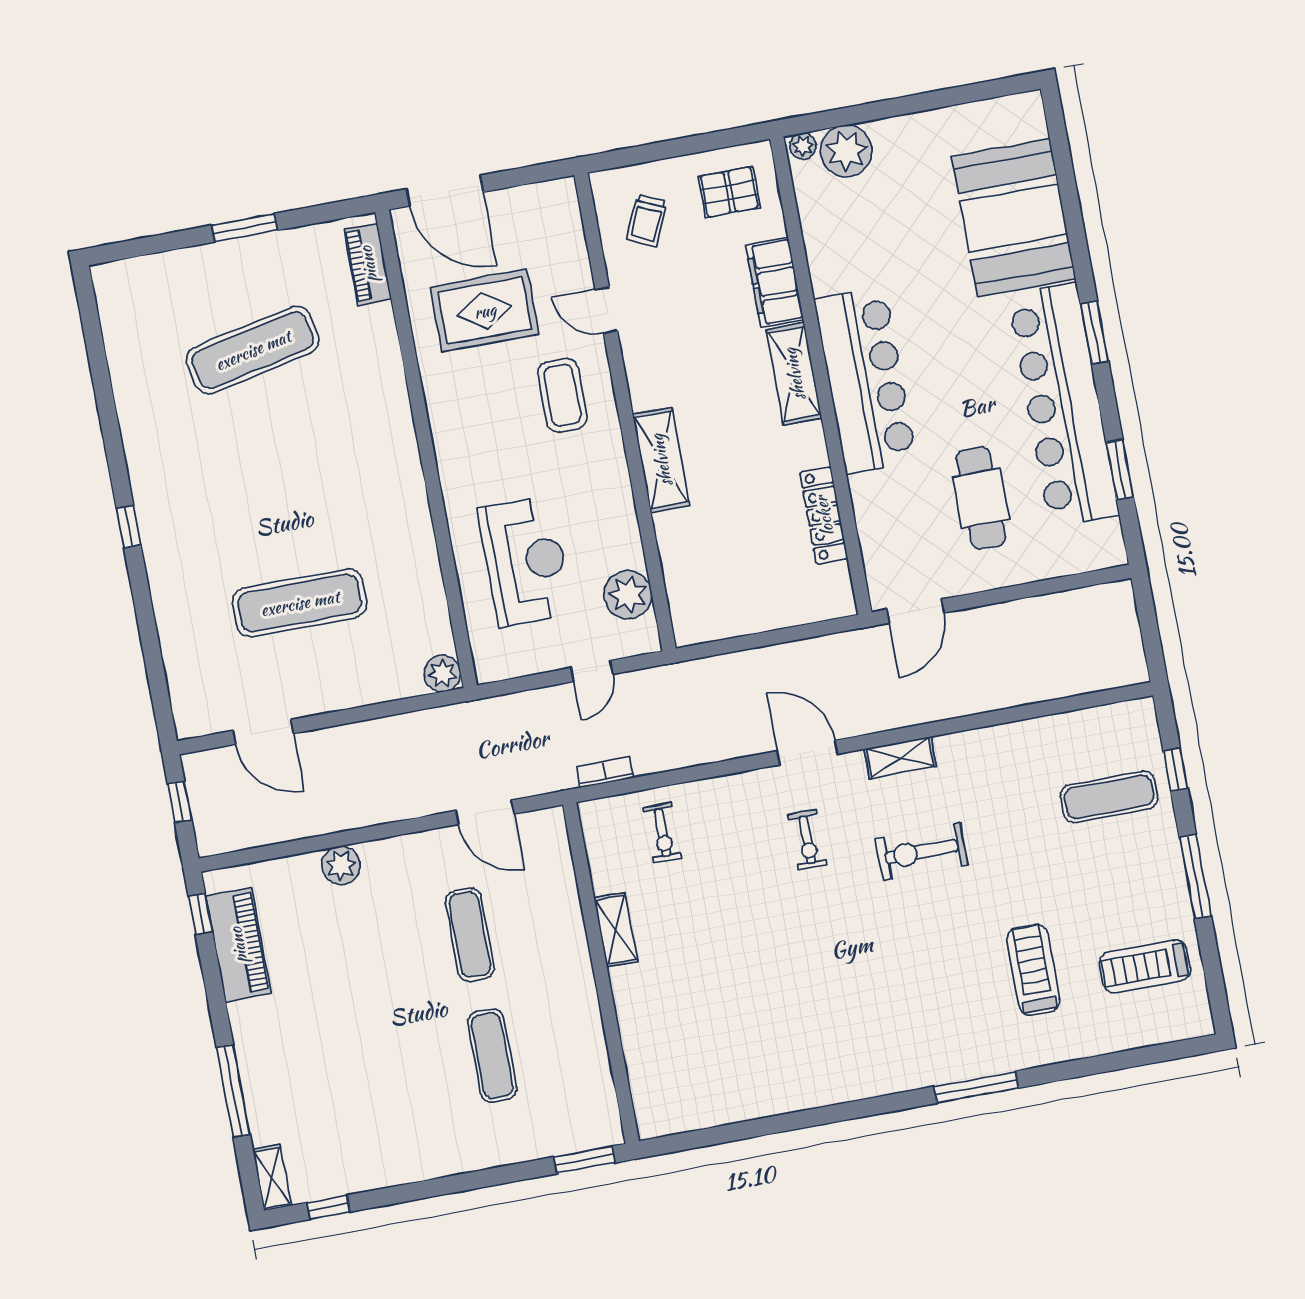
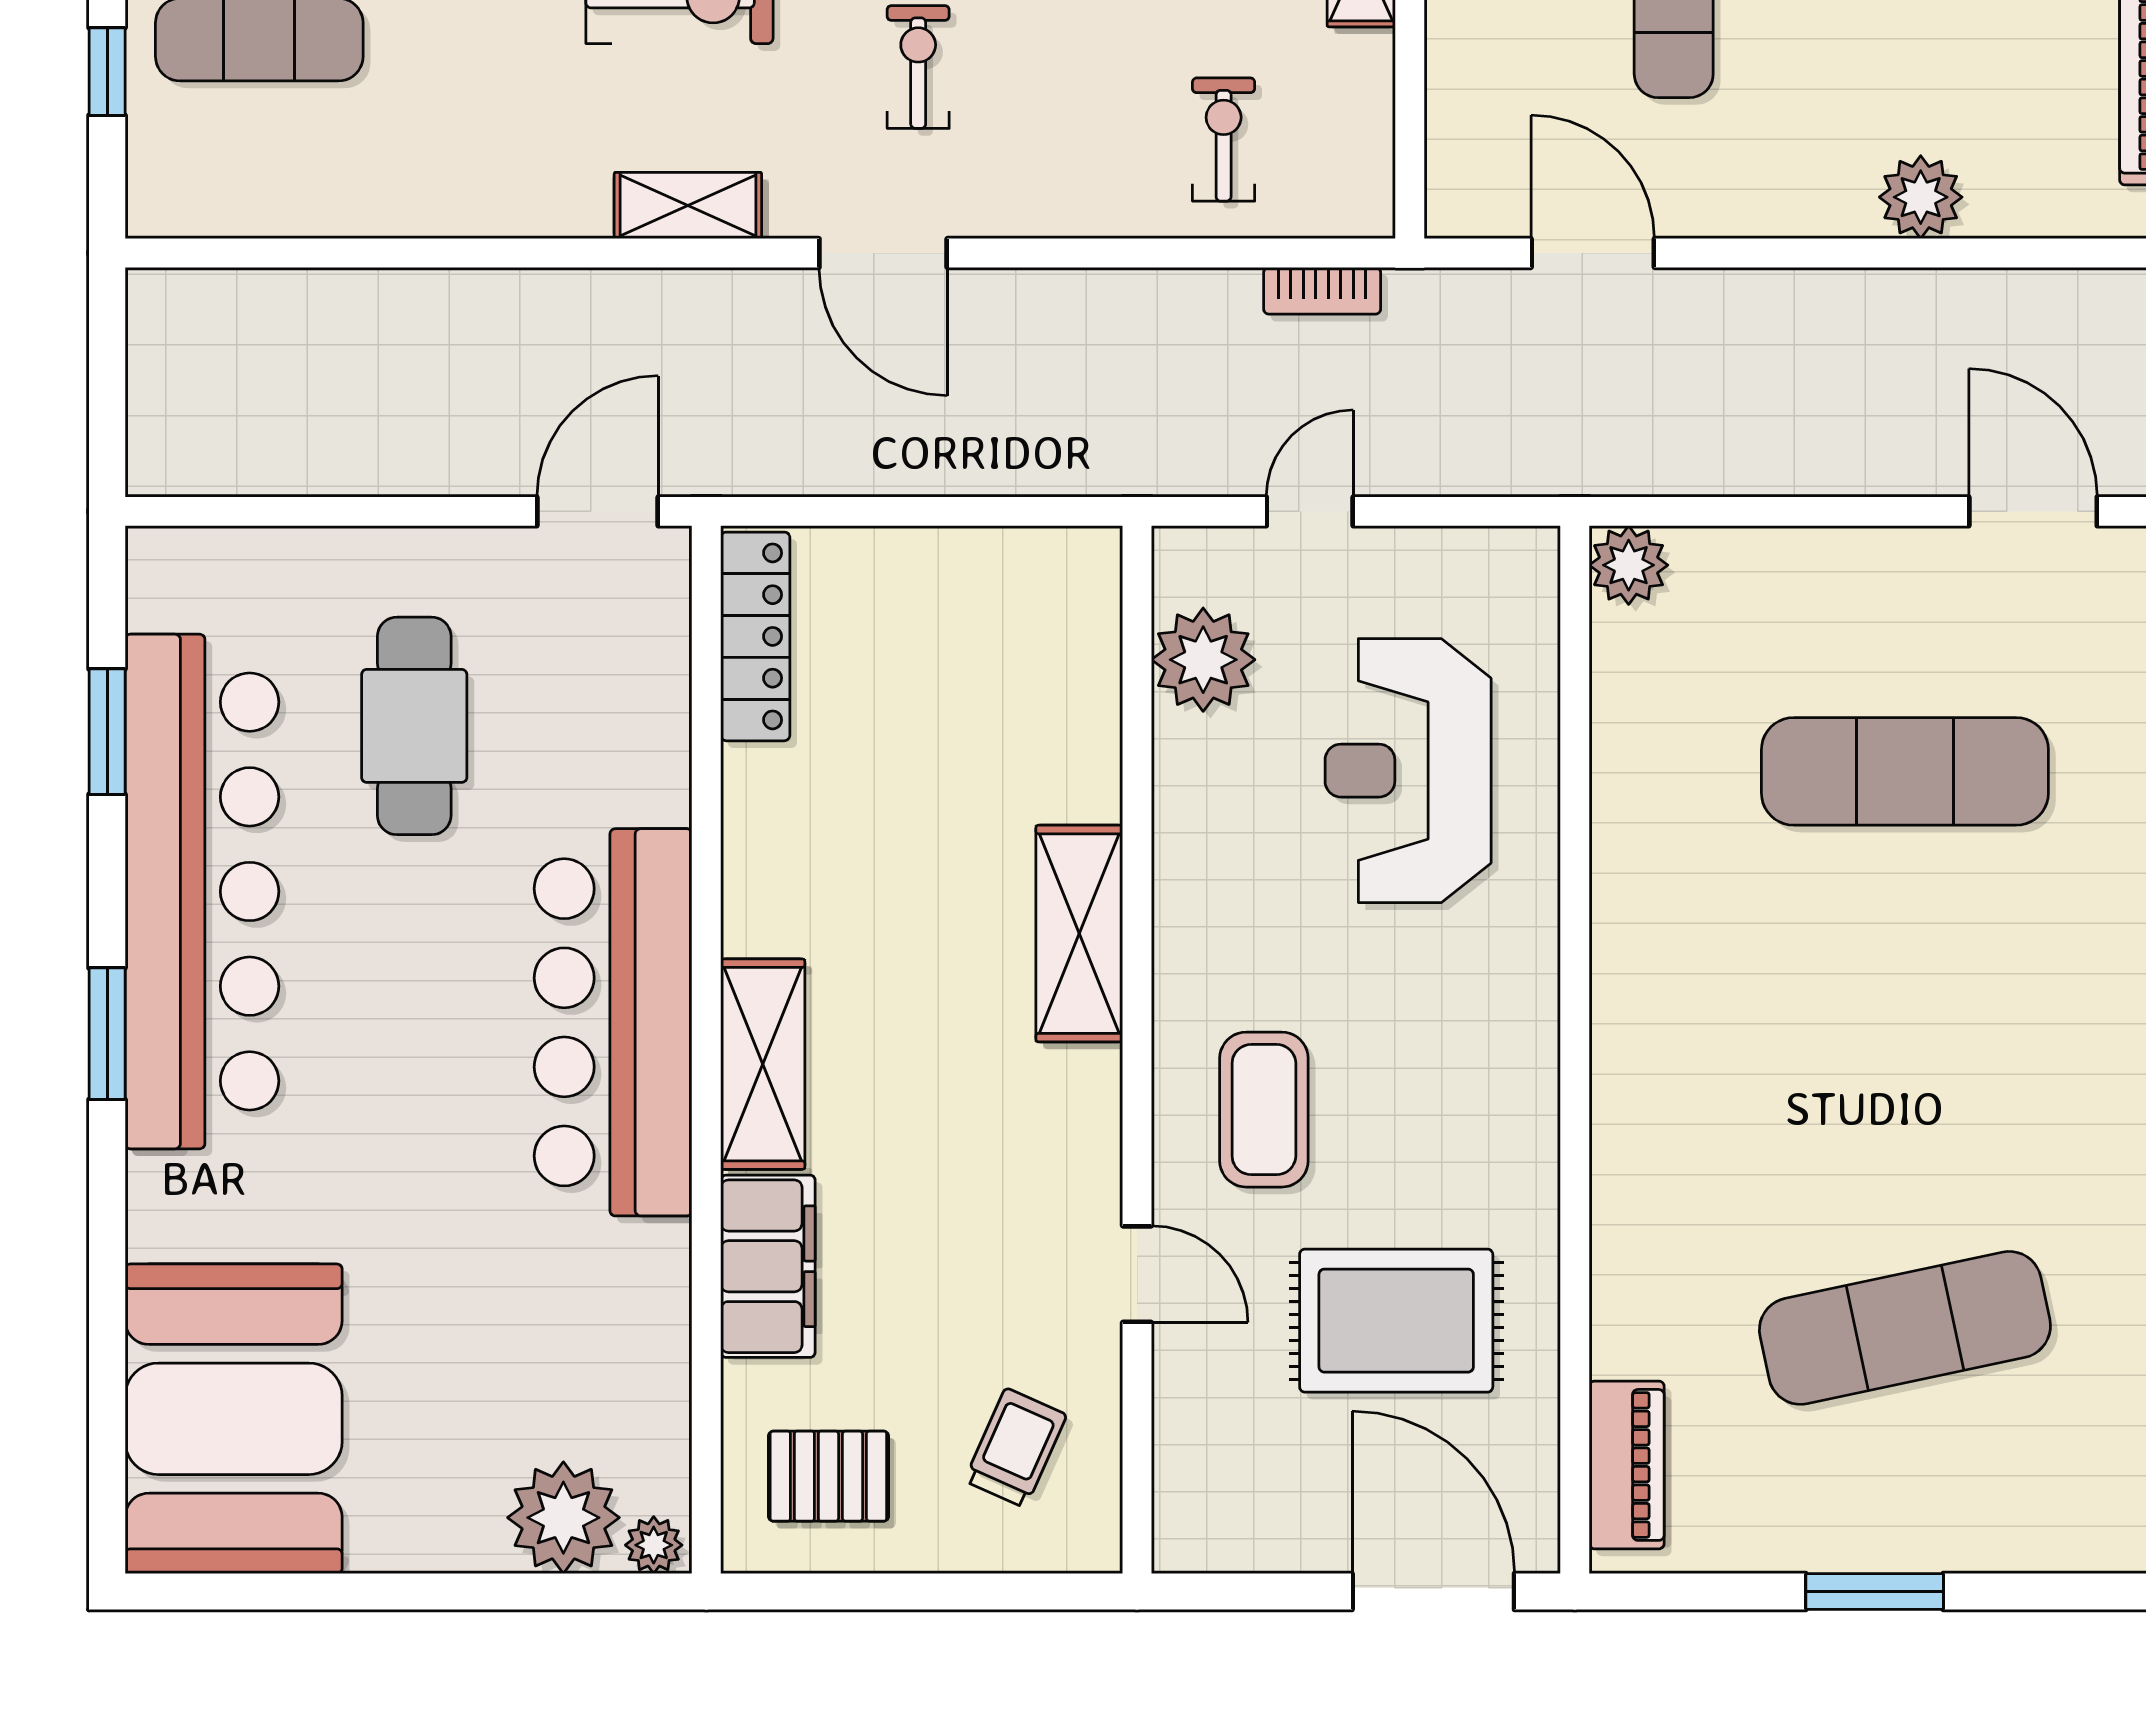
booth: (1014, 218) -> (234, 1419), moved
locker: (824, 516) -> (755, 636), moved

